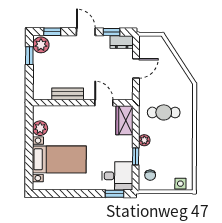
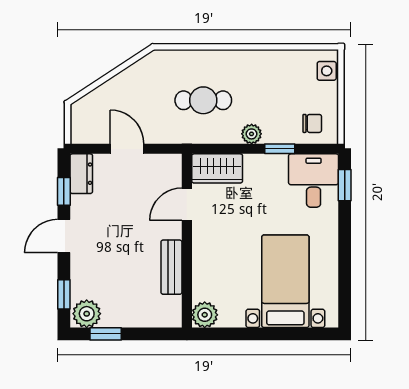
cafe table: (164, 112) -> (203, 100), turned 90
plant: (40, 128) -> (205, 315), moved

